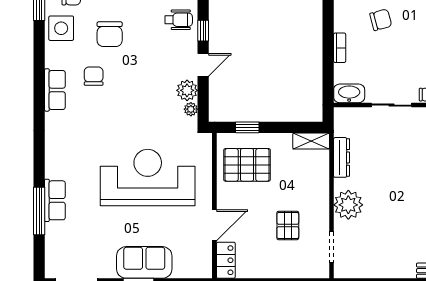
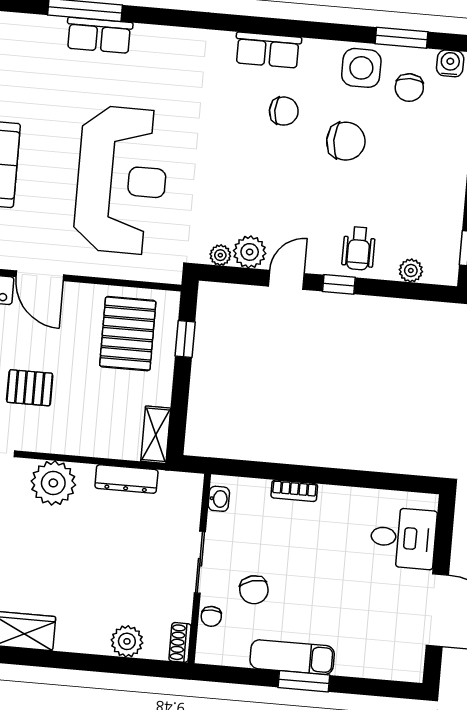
chair: (381, 20) -> (254, 590), moved
chair: (110, 34) -> (346, 141), turned 180
door: (203, 65) -> (286, 280), swing flipped
washbasin: (349, 93) -> (219, 499), width x0.52, depth x0.69

